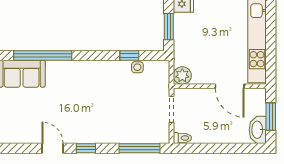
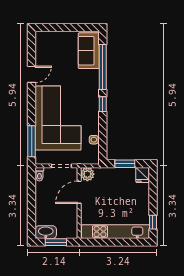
window: (129, 55) -> (103, 104), moved
door: (230, 86) -> (79, 192), moved
corner sofa: (109, 114) -> (58, 118), added
window: (86, 148) -> (32, 100), removed

